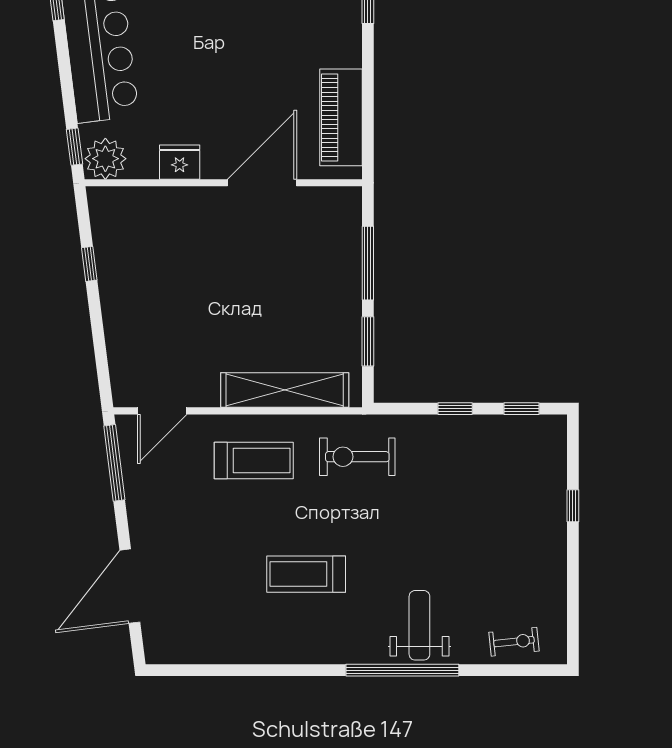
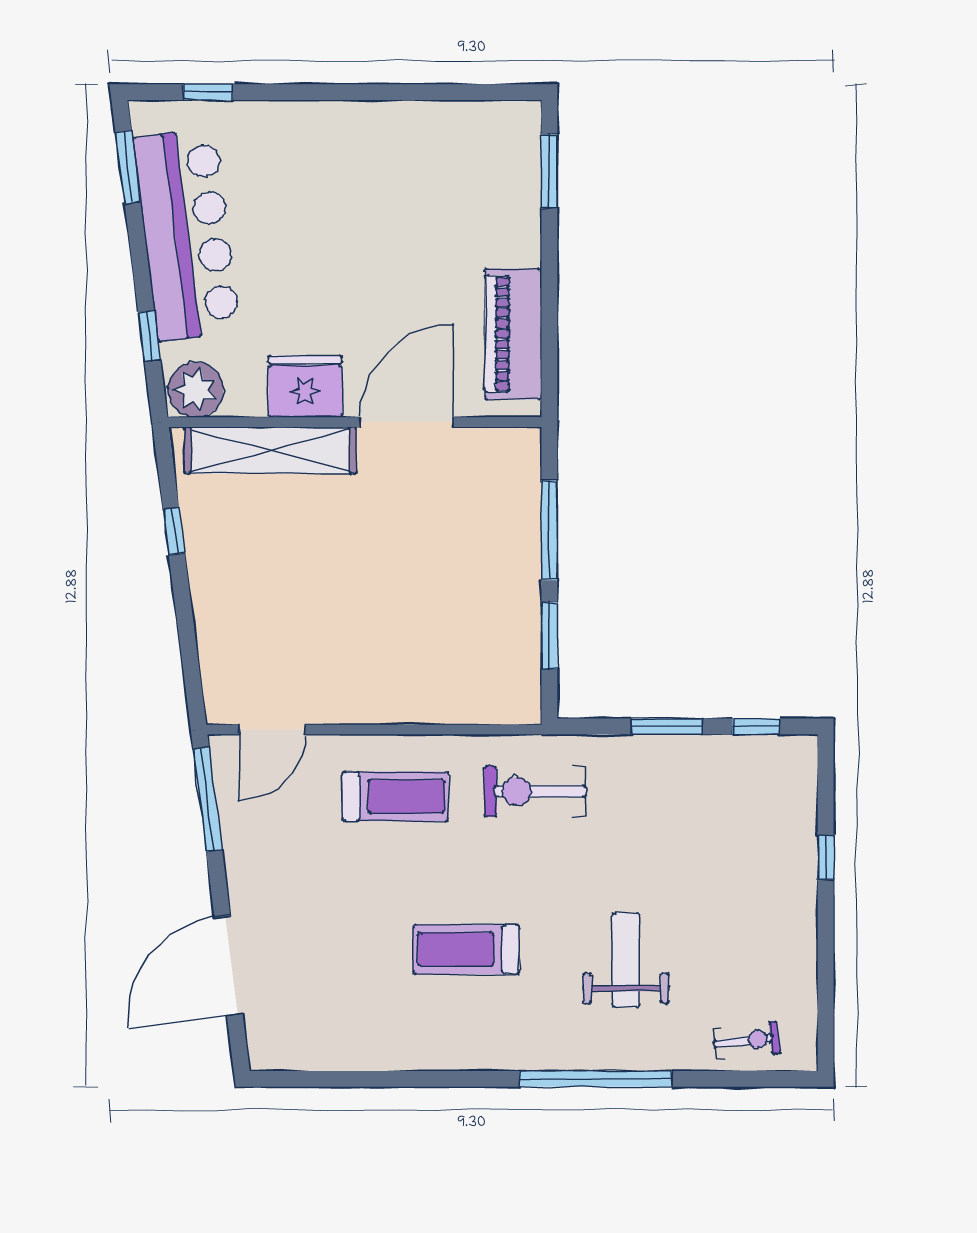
window: (74, 147) -> (149, 336), moved
fridge: (180, 162) -> (305, 386), width x1.36, depth x1.34
shelving: (285, 390) -> (270, 450), moved
window: (455, 409) -> (667, 726), width x1.50
weight bench: (419, 625) -> (626, 960), moved

